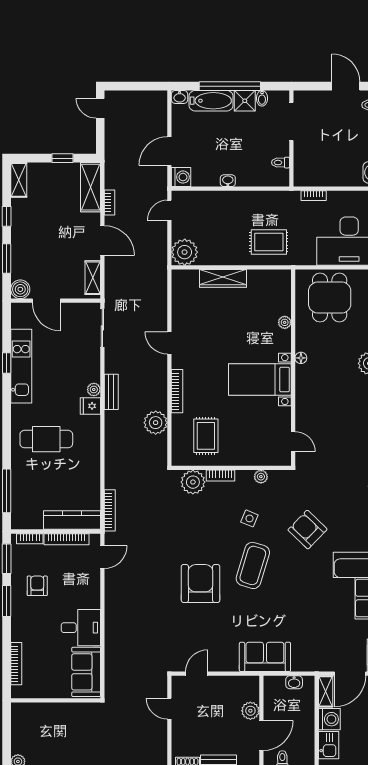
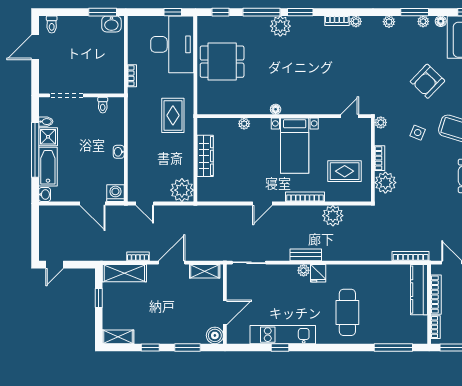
plant: (285, 322) -> (244, 124), moved
floor lamp: (301, 358) -> (276, 109), moved
wall: (293, 368) -> (284, 116), moved
bed with nightstands: (260, 380) -> (295, 146), moved
door: (293, 442) -> (350, 116), moved

